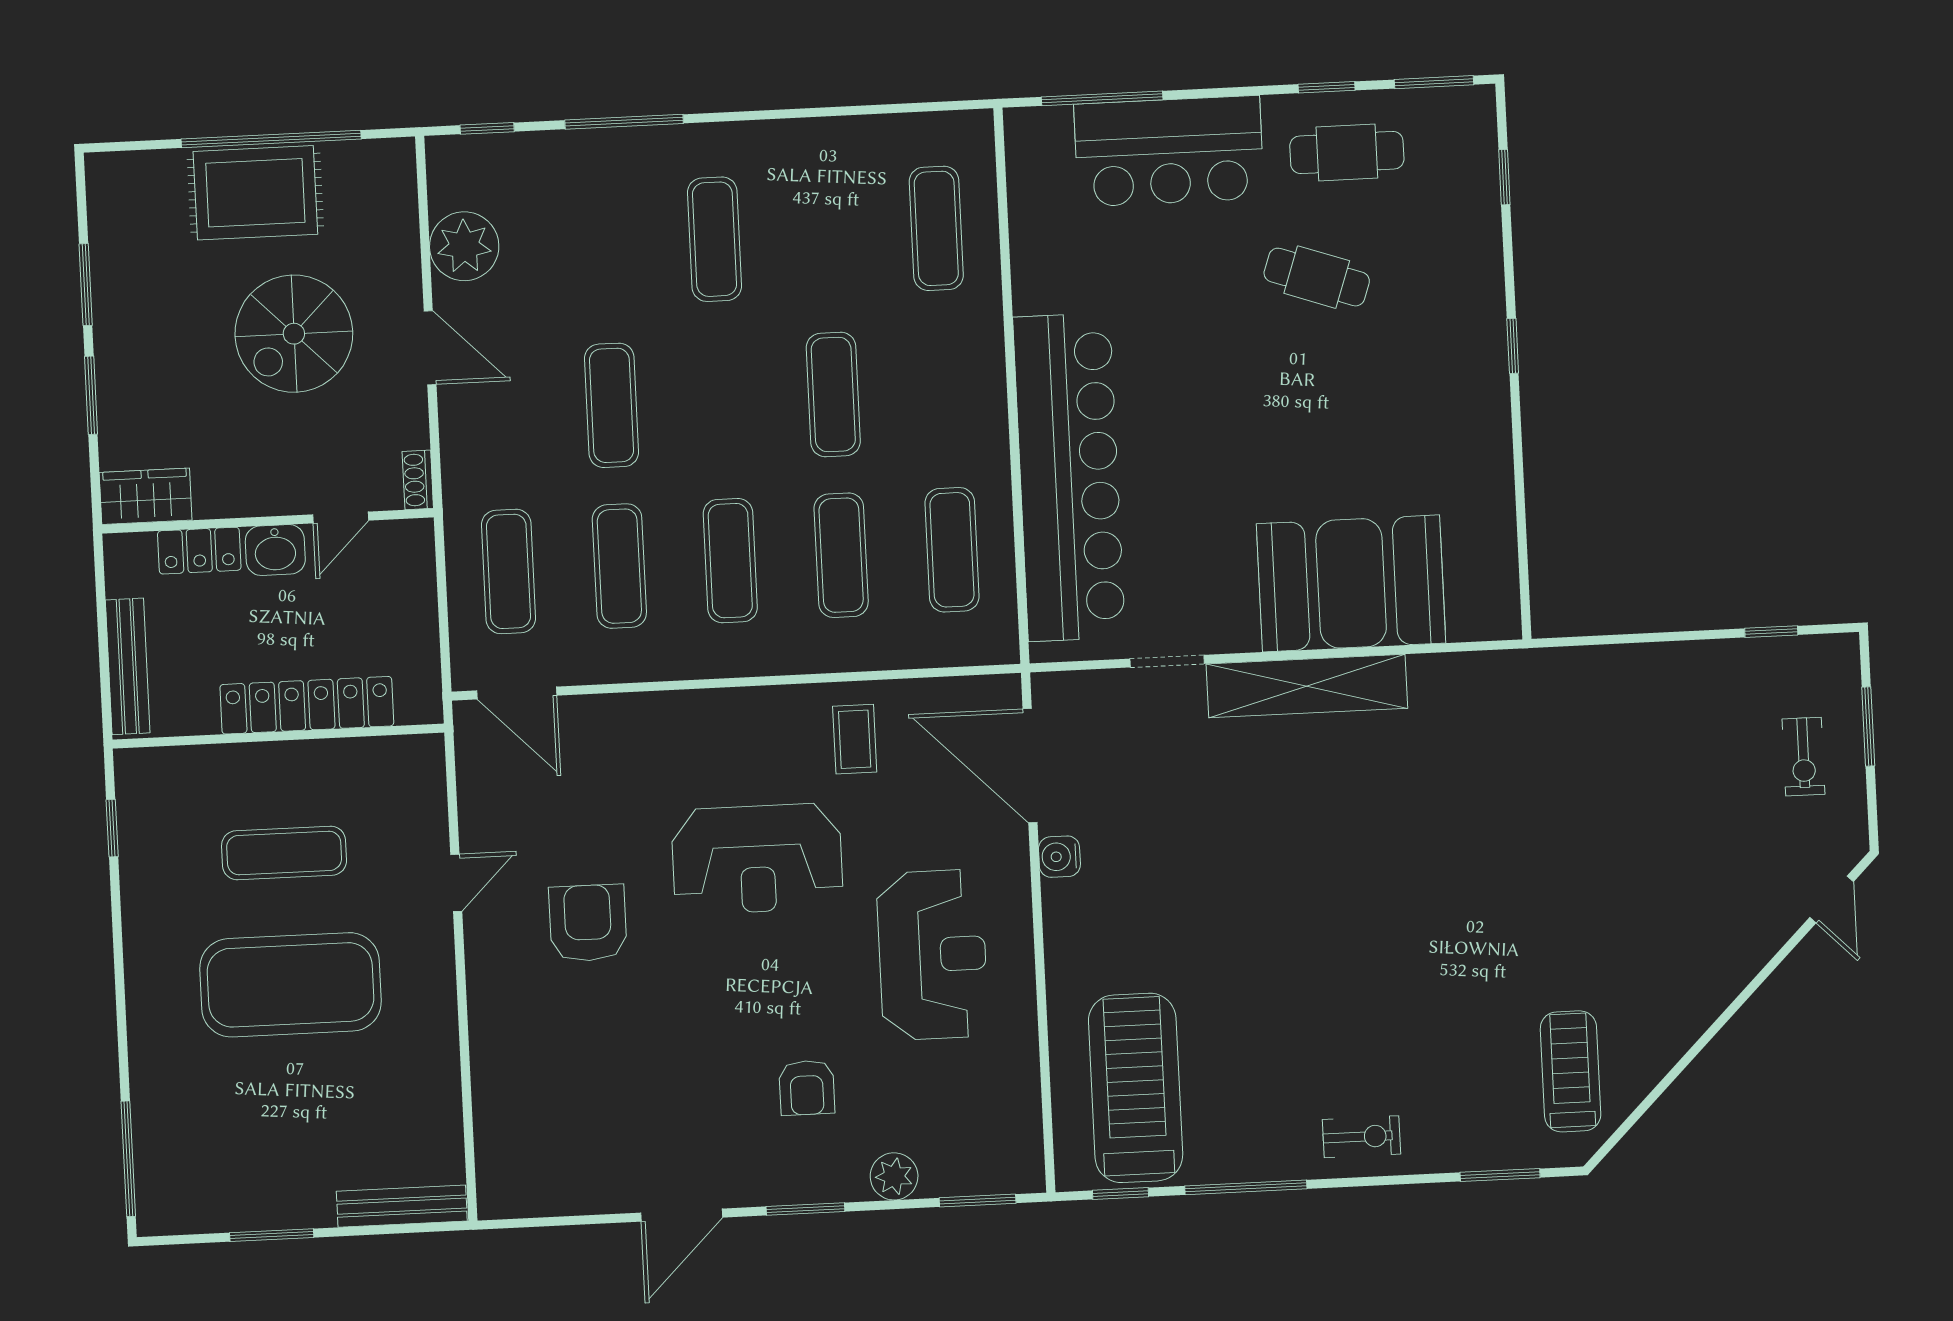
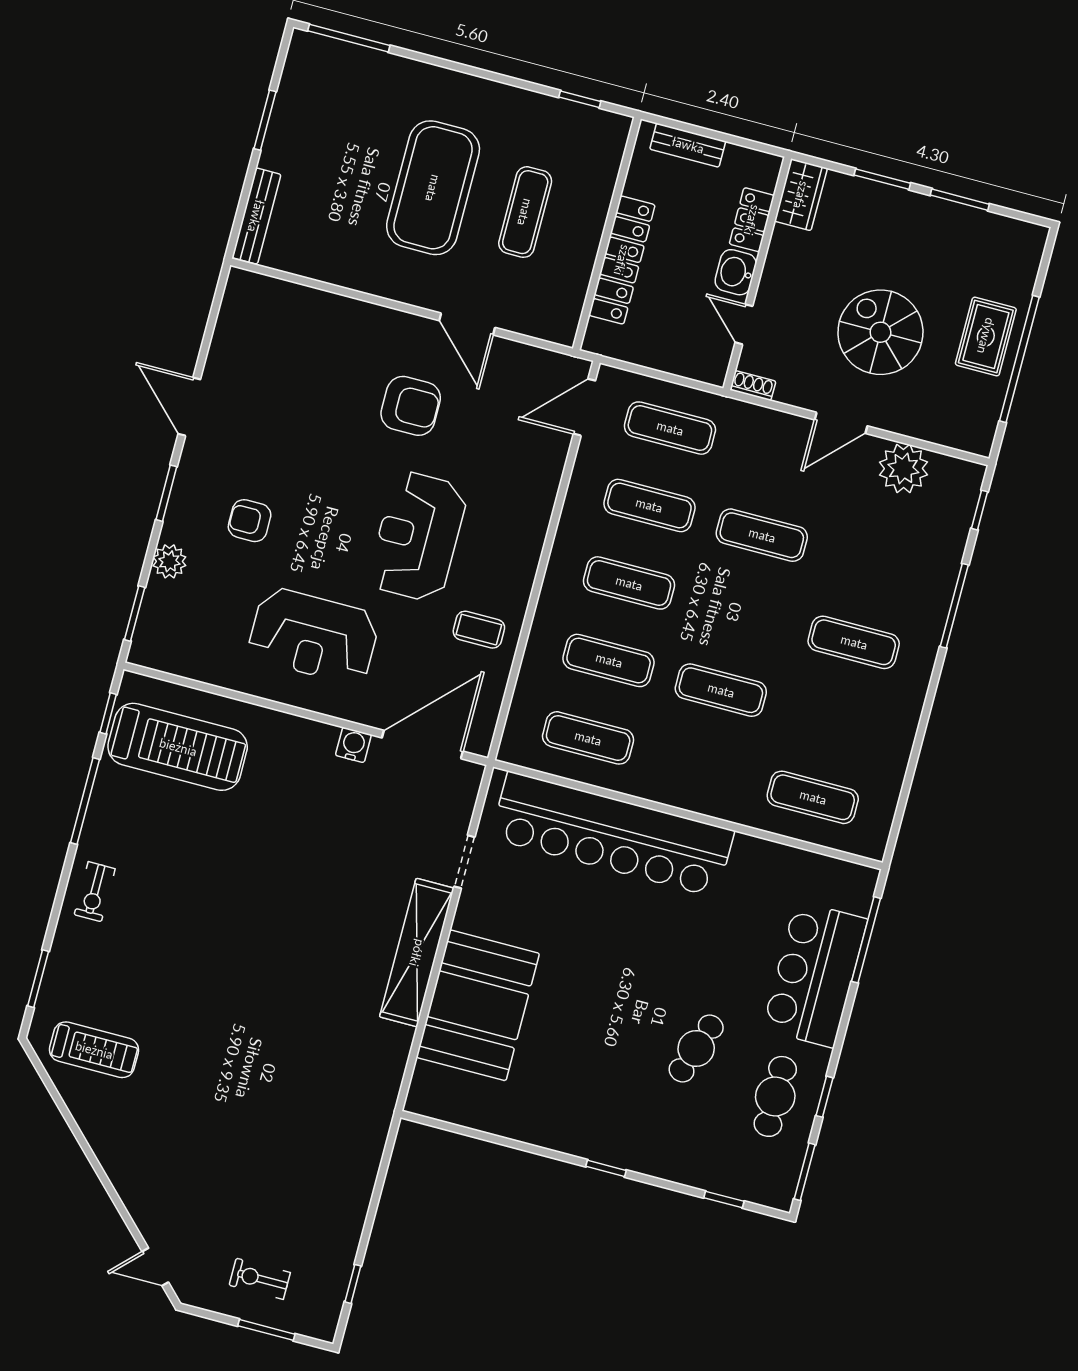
rug: (255, 193) -> (986, 336), width x0.73, depth x0.70
bench: (128, 666) -> (688, 145), width x0.73
door: (456, 883) -> (467, 324), width x1.38

